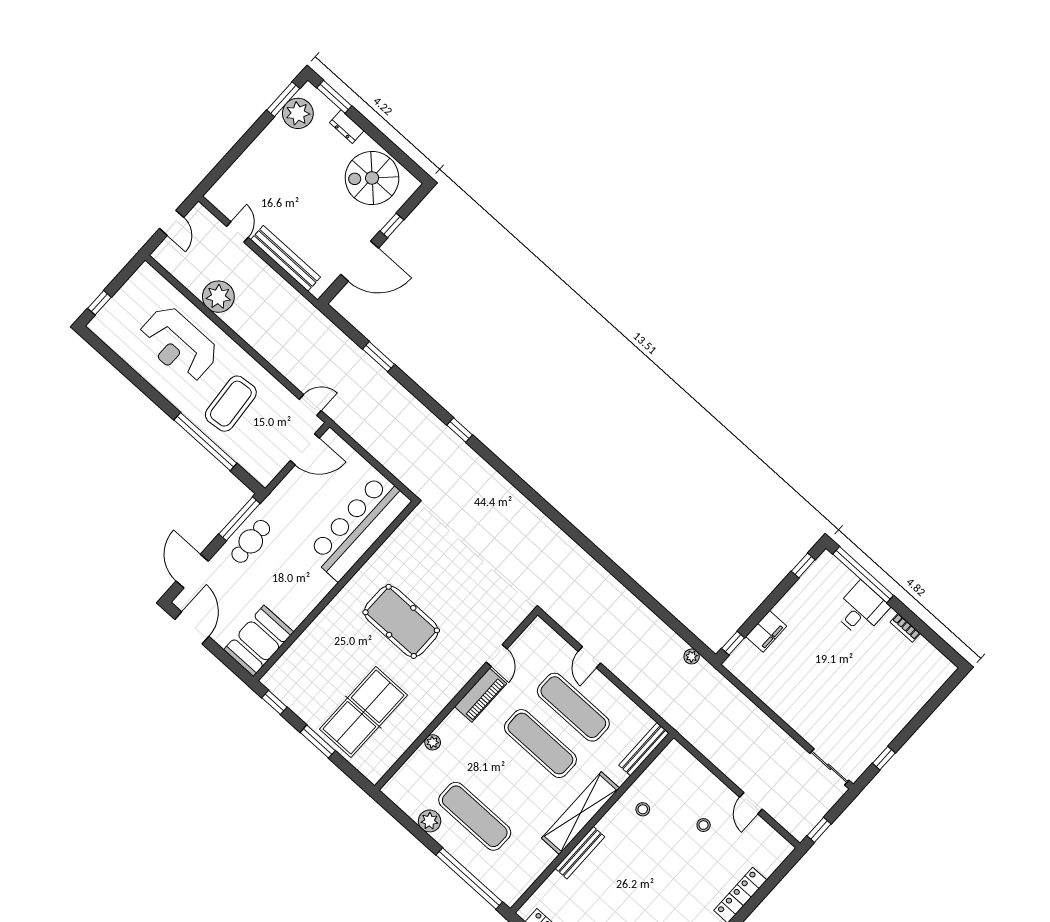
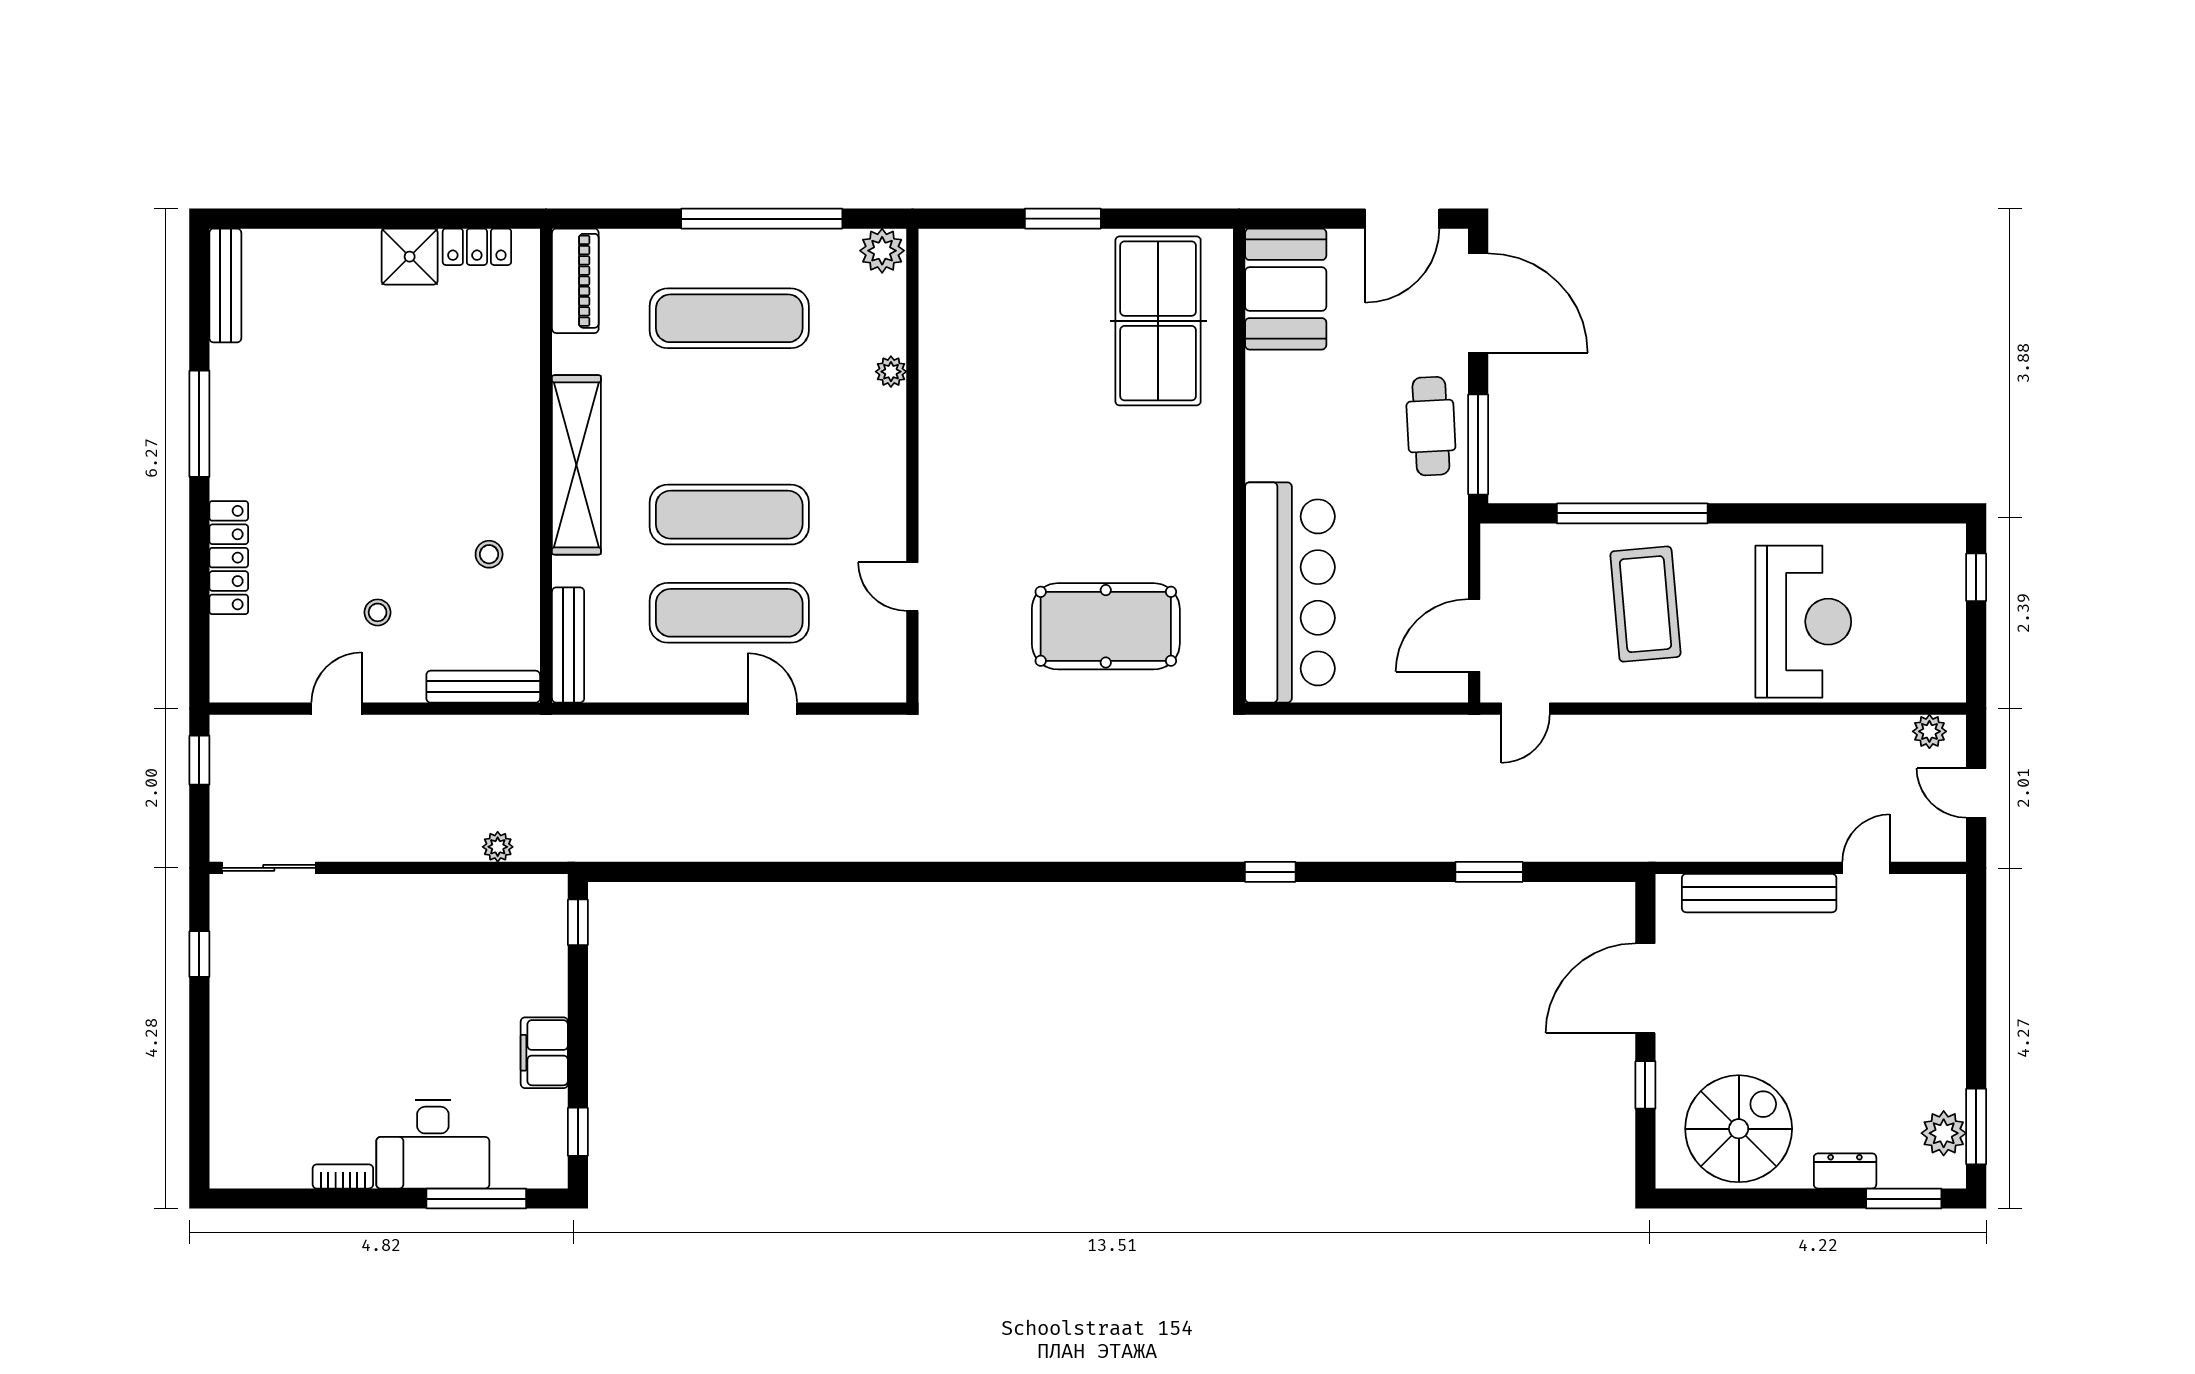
plant: (298, 113) -> (1944, 1133), width x0.73, depth x0.73
door: (237, 232) -> (1866, 868), swing flipped
plant: (218, 297) -> (1929, 731), moved, width x0.53, depth x0.53
reception desk: (178, 344) -> (1803, 622), turned 90
door: (192, 571) -> (1478, 303), width x1.36
window: (863, 575) -> (476, 1199), width x0.68
desk: (861, 609) -> (433, 1144), width x1.37
pool table: (401, 621) -> (1106, 626), moved
door: (192, 628) -> (1402, 219), hinge flipped
filing cabinet: (766, 631) -> (544, 1053), moved
plant: (692, 656) -> (498, 847), moved
piano: (481, 695) -> (575, 281), moved, turned 180
window: (274, 702) -> (1179, 219), removed
table tennis table: (363, 712) -> (1158, 321), moved
door: (751, 803) -> (337, 709), hinge flipped
plant: (430, 821) -> (882, 251), moved
bench: (580, 853) -> (483, 687), moved, turned 90
window: (469, 879) -> (762, 219), moved

